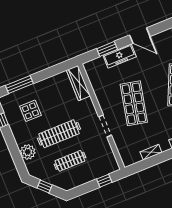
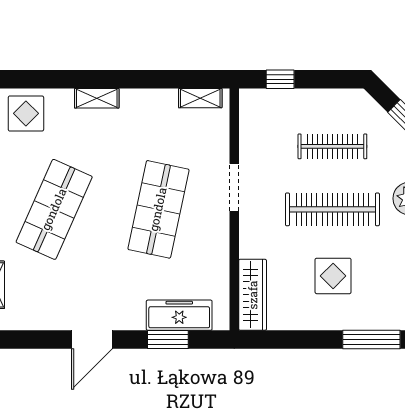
door: (140, 36) -> (92, 340), swing flipped
freezer: (120, 56) -> (179, 315), moved
display table: (30, 111) -> (333, 276), moved
shelving: (151, 152) -> (200, 98), moved

